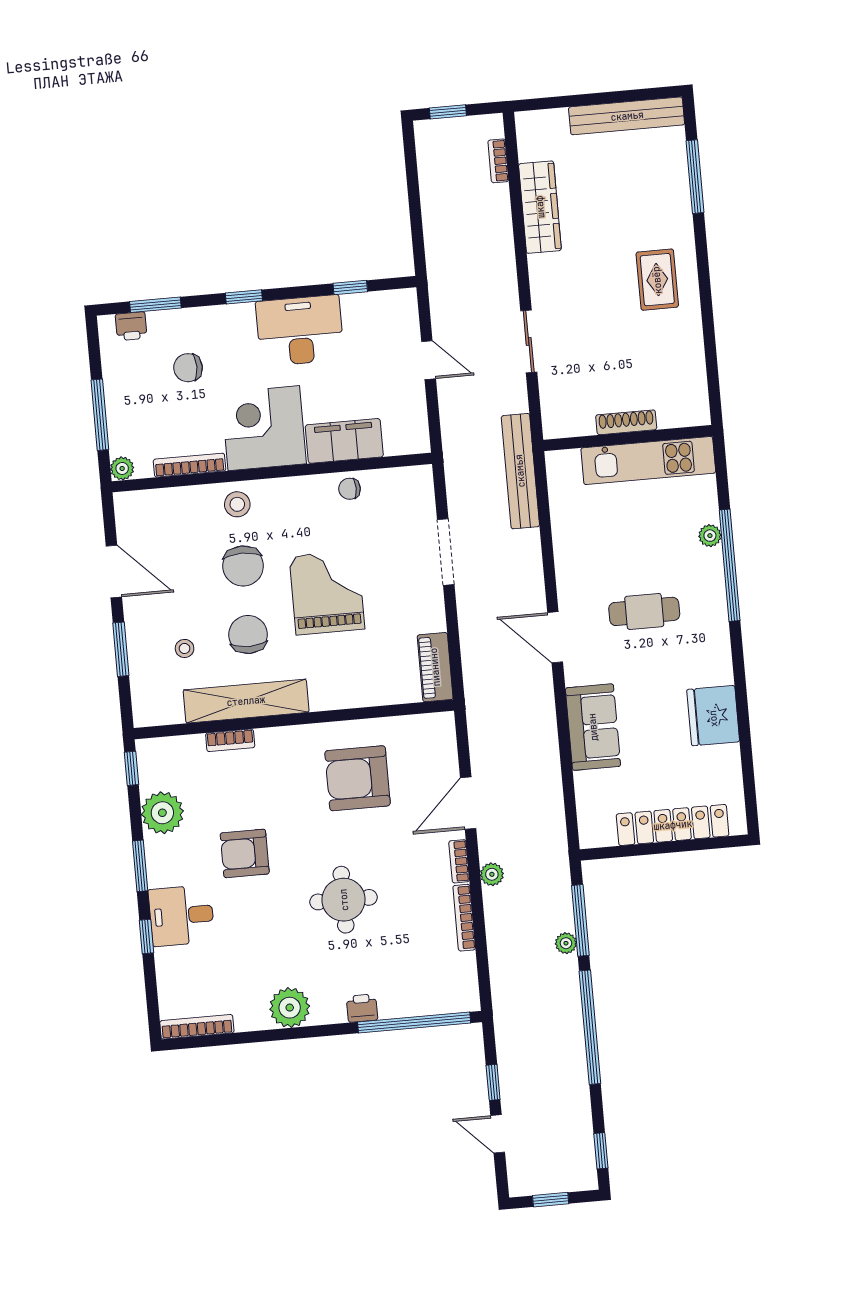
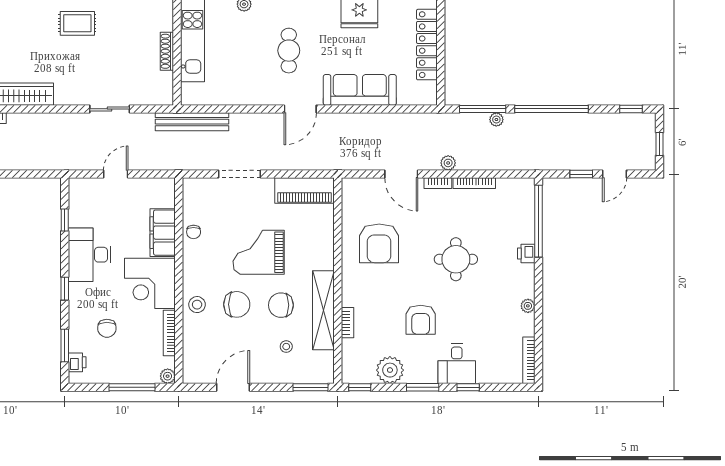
window: (121, 649) -> (310, 387), moved
piano: (435, 667) -> (305, 191), width x1.37, depth x1.33
sofa: (593, 727) -> (360, 90), width x1.36
plant: (290, 1008) -> (528, 306), width x0.53, depth x0.53

